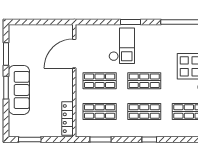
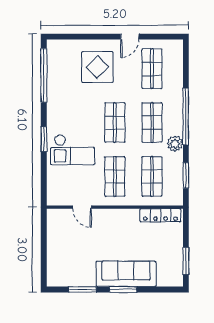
checkout: (122, 46) -> (73, 150), turned 180
door: (74, 54) -> (82, 207), width x0.53
plant: (127, 131) -> (175, 144), added
window: (149, 140) -> (186, 116), width x3.17

